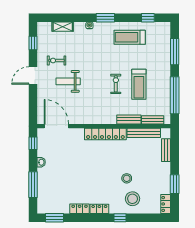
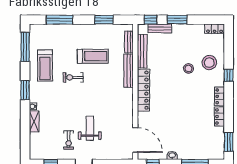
window: (148, 18) -> (25, 47), width x2.17
shelving: (63, 27) -> (34, 121), moved
weight bench: (68, 81) -> (90, 128), turned 180
exercise bike: (116, 84) -> (73, 77), moved
window: (175, 95) -> (104, 20), width x0.47
bench: (129, 119) -> (129, 71), width x1.36
door: (56, 126) -> (135, 140), swing flipped
window: (175, 141) -> (151, 20), added
window: (175, 184) -> (177, 20), moved

